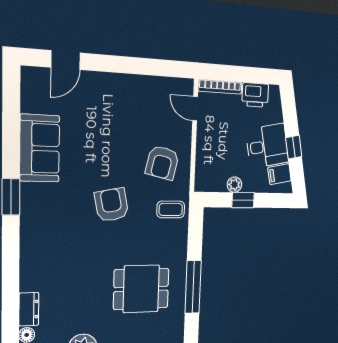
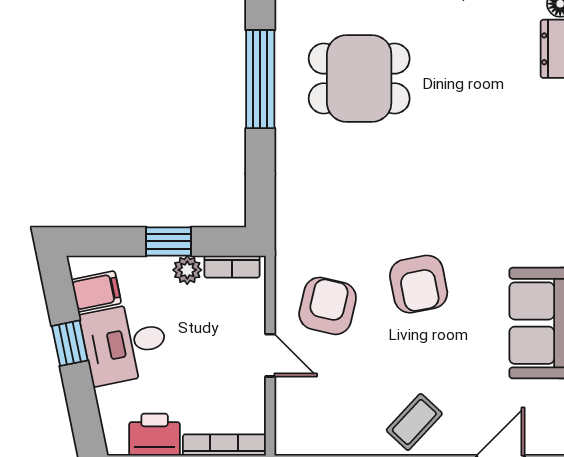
door: (195, 109) -> (270, 355), moved
bookcase: (212, 186) -> (232, 267), added
armchair: (112, 205) -> (419, 284), moved
coffee table: (171, 209) -> (414, 422), moved, turned -47

